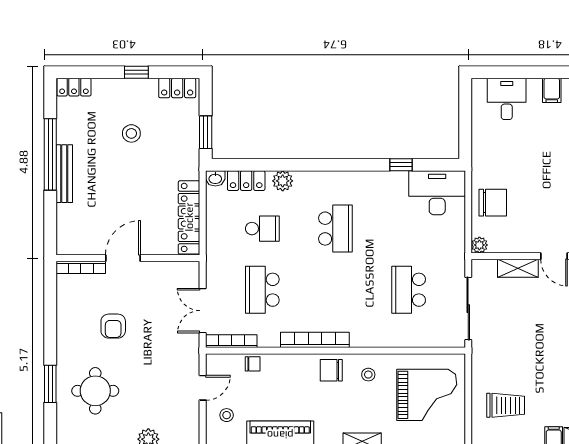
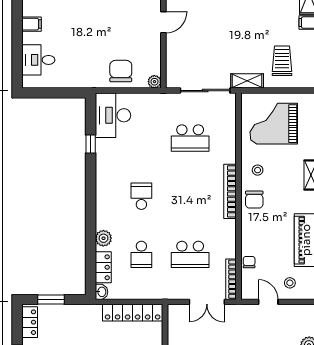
window: (206, 132) -> (51, 300), moved
school desk: (262, 229) -> (141, 254), turned 180
school desk: (335, 229) -> (141, 196), width x0.54
shelving: (518, 268) -> (247, 81), moved, turned 90
bookcase: (315, 340) -> (230, 191), moved
grand piano: (427, 395) -> (274, 124), turned -90

